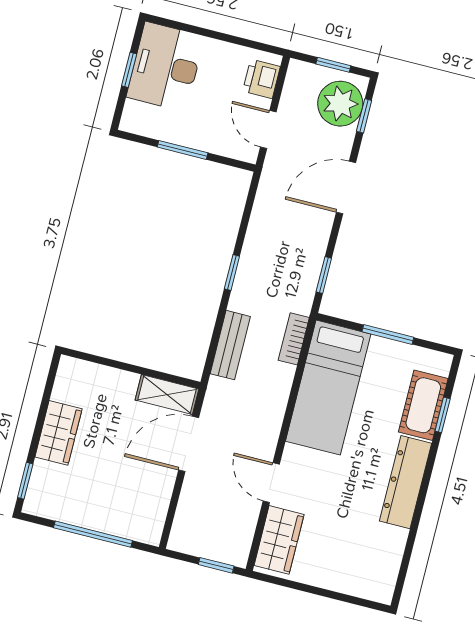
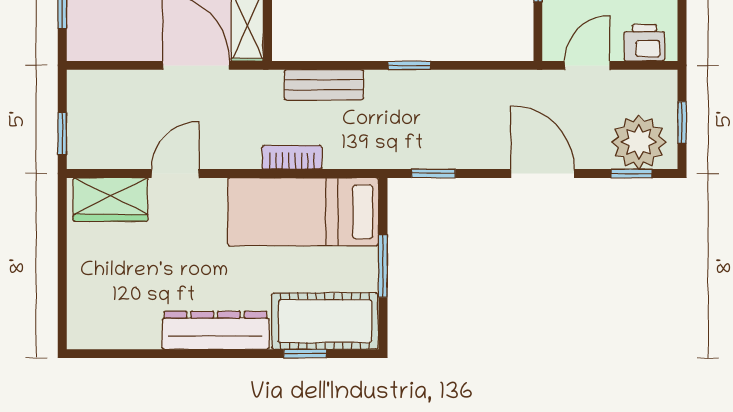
bookcase: (294, 339) -> (292, 157), moved
cot: (423, 405) -> (325, 321), width x1.37, depth x1.34

